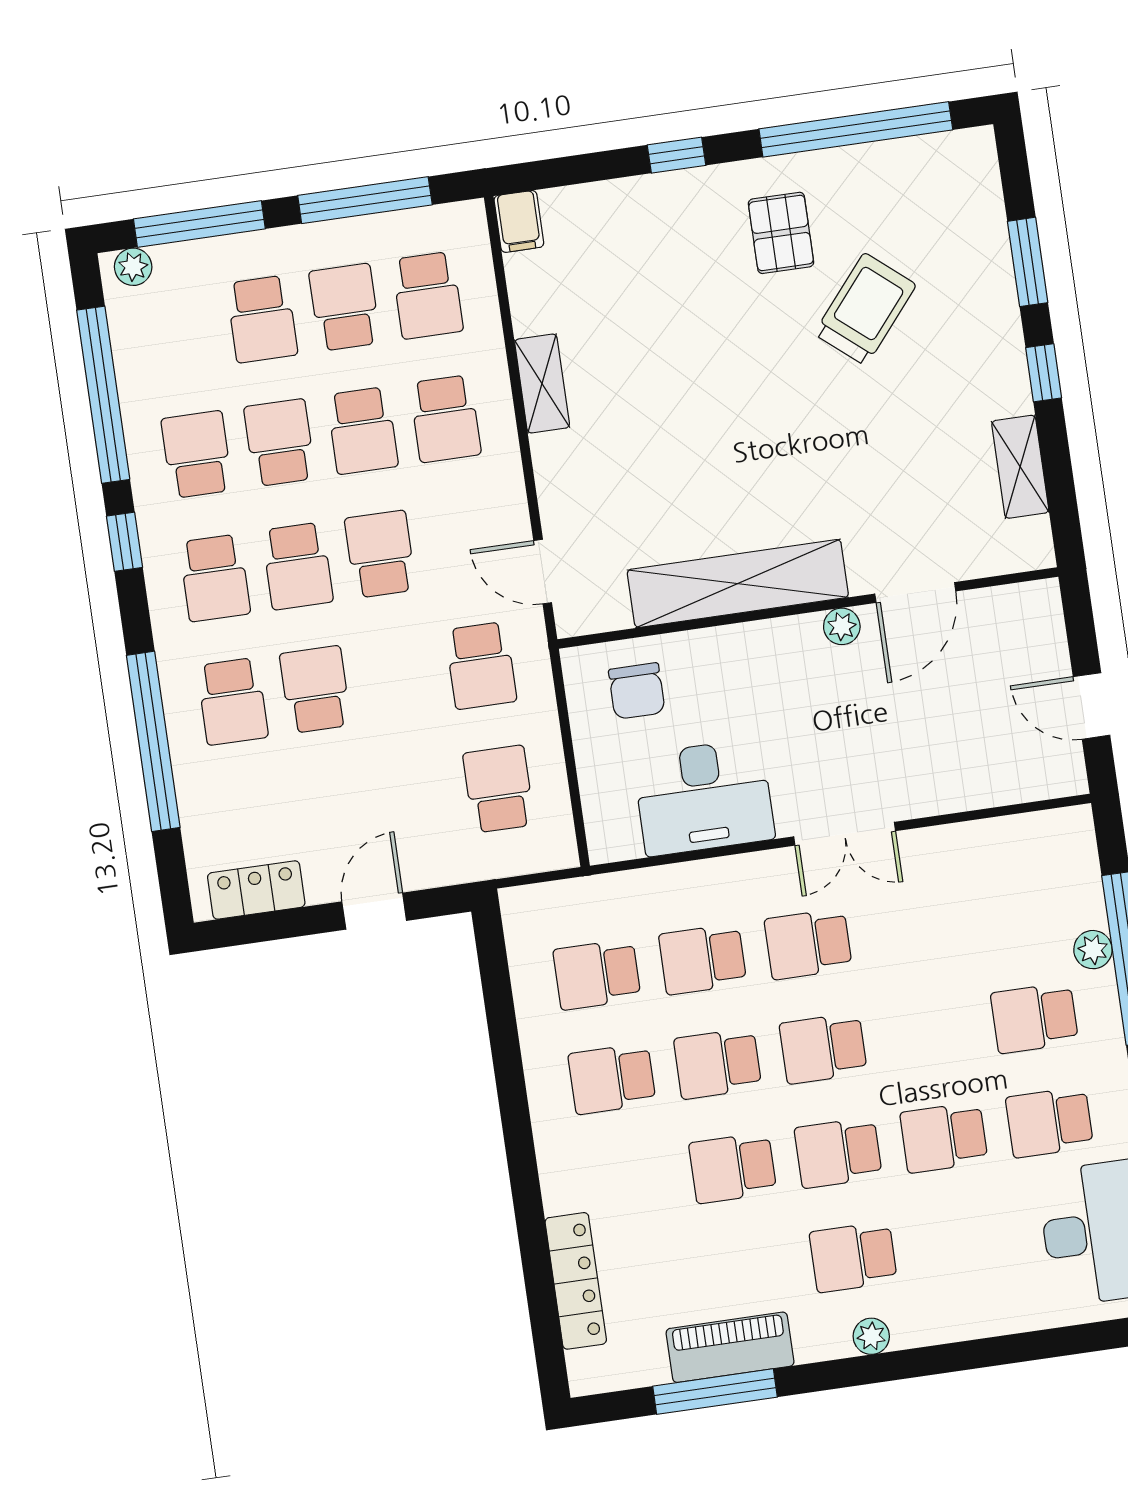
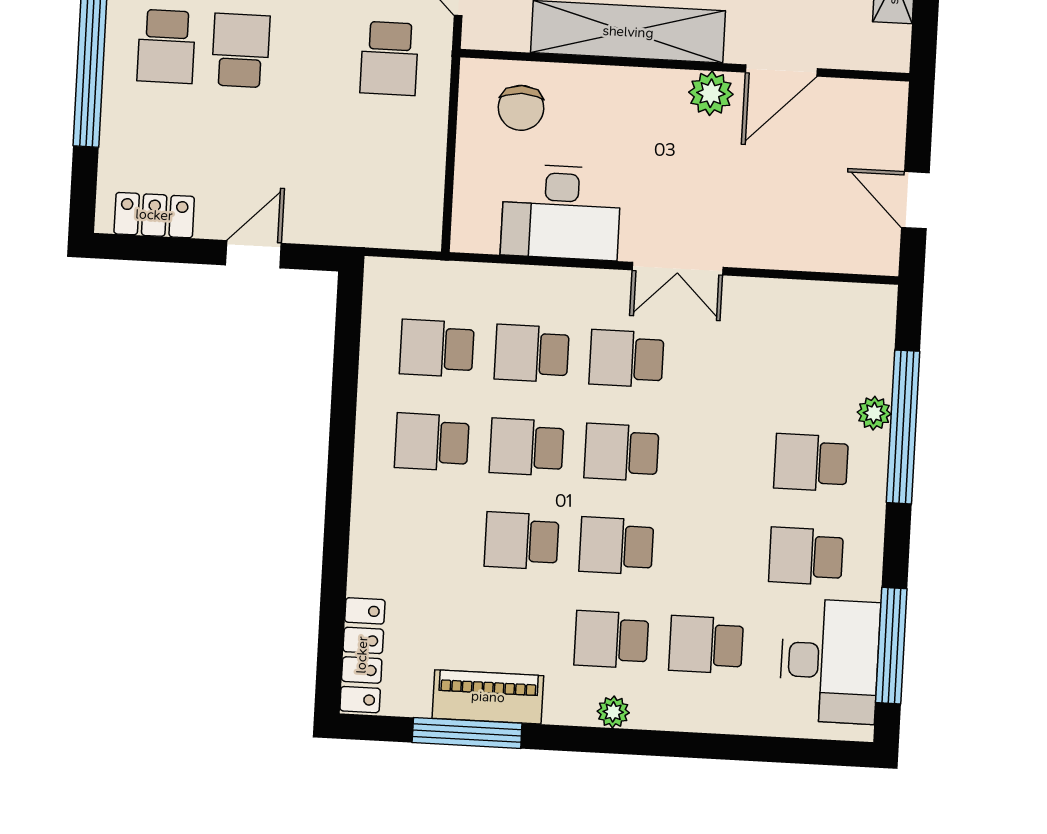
plant: (842, 626) -> (711, 93), width x1.38, depth x1.38
school desk: (499, 789) -> (383, 169), removed
school desk: (944, 1137) -> (706, 645), moved
locker: (576, 1281) -> (362, 655), moved

